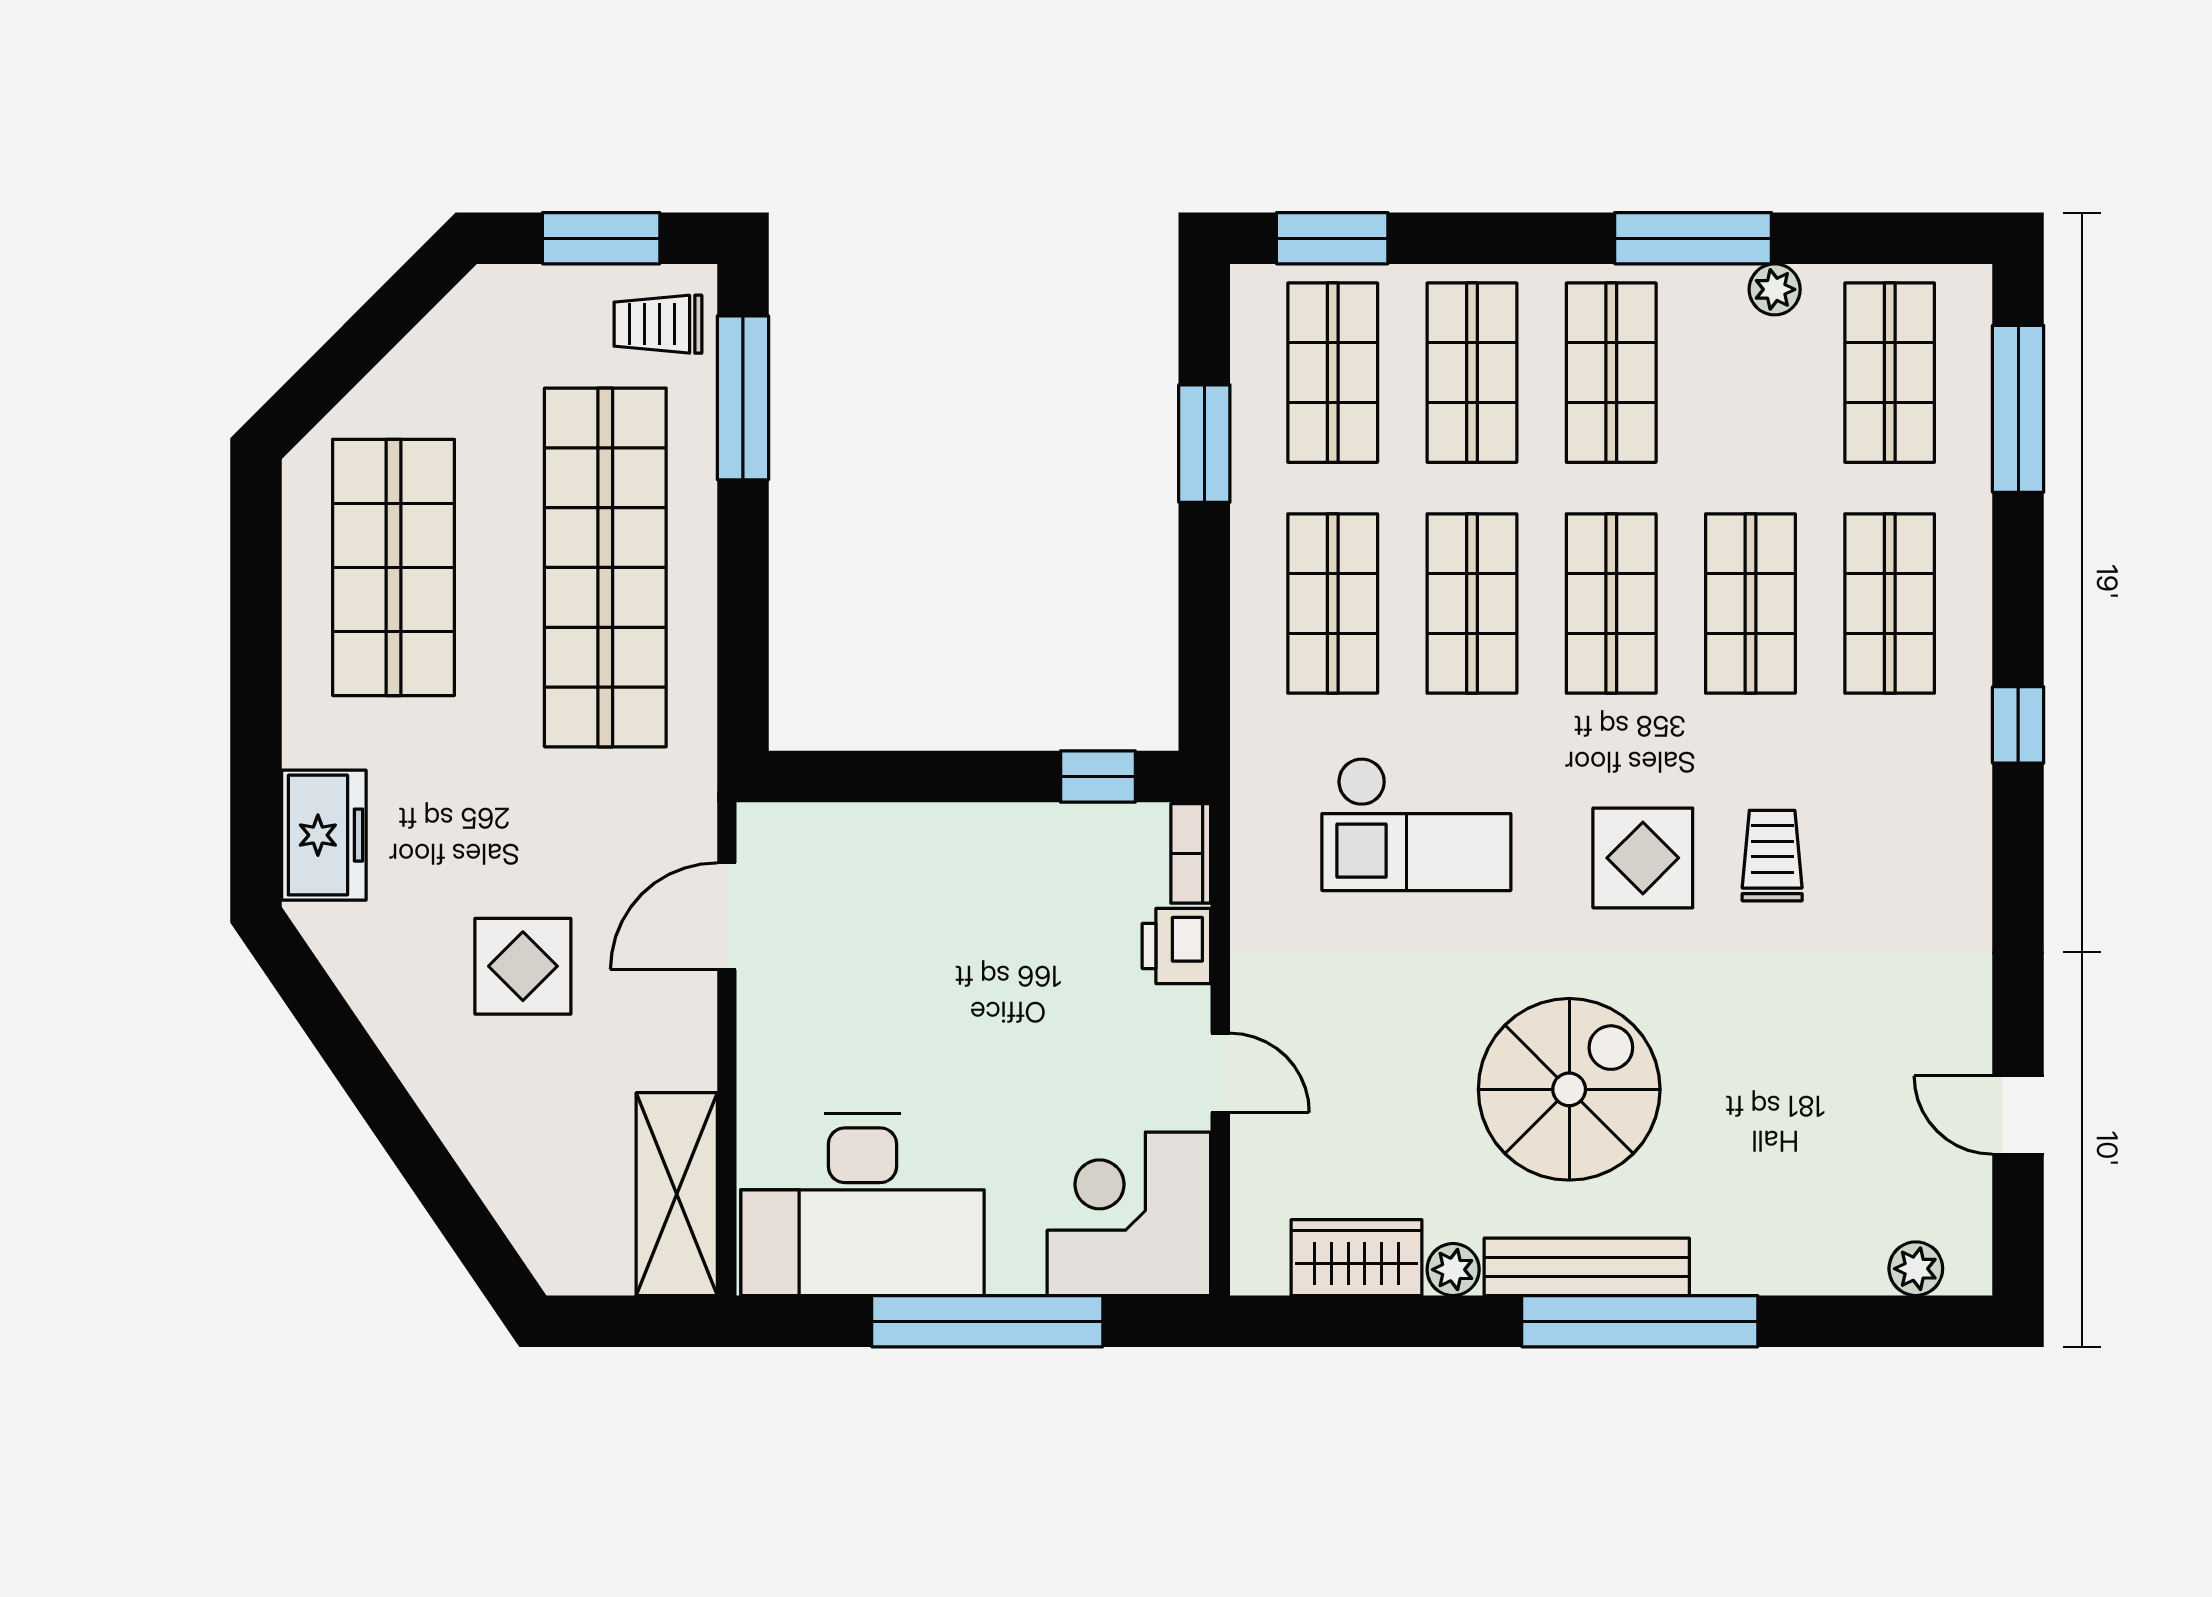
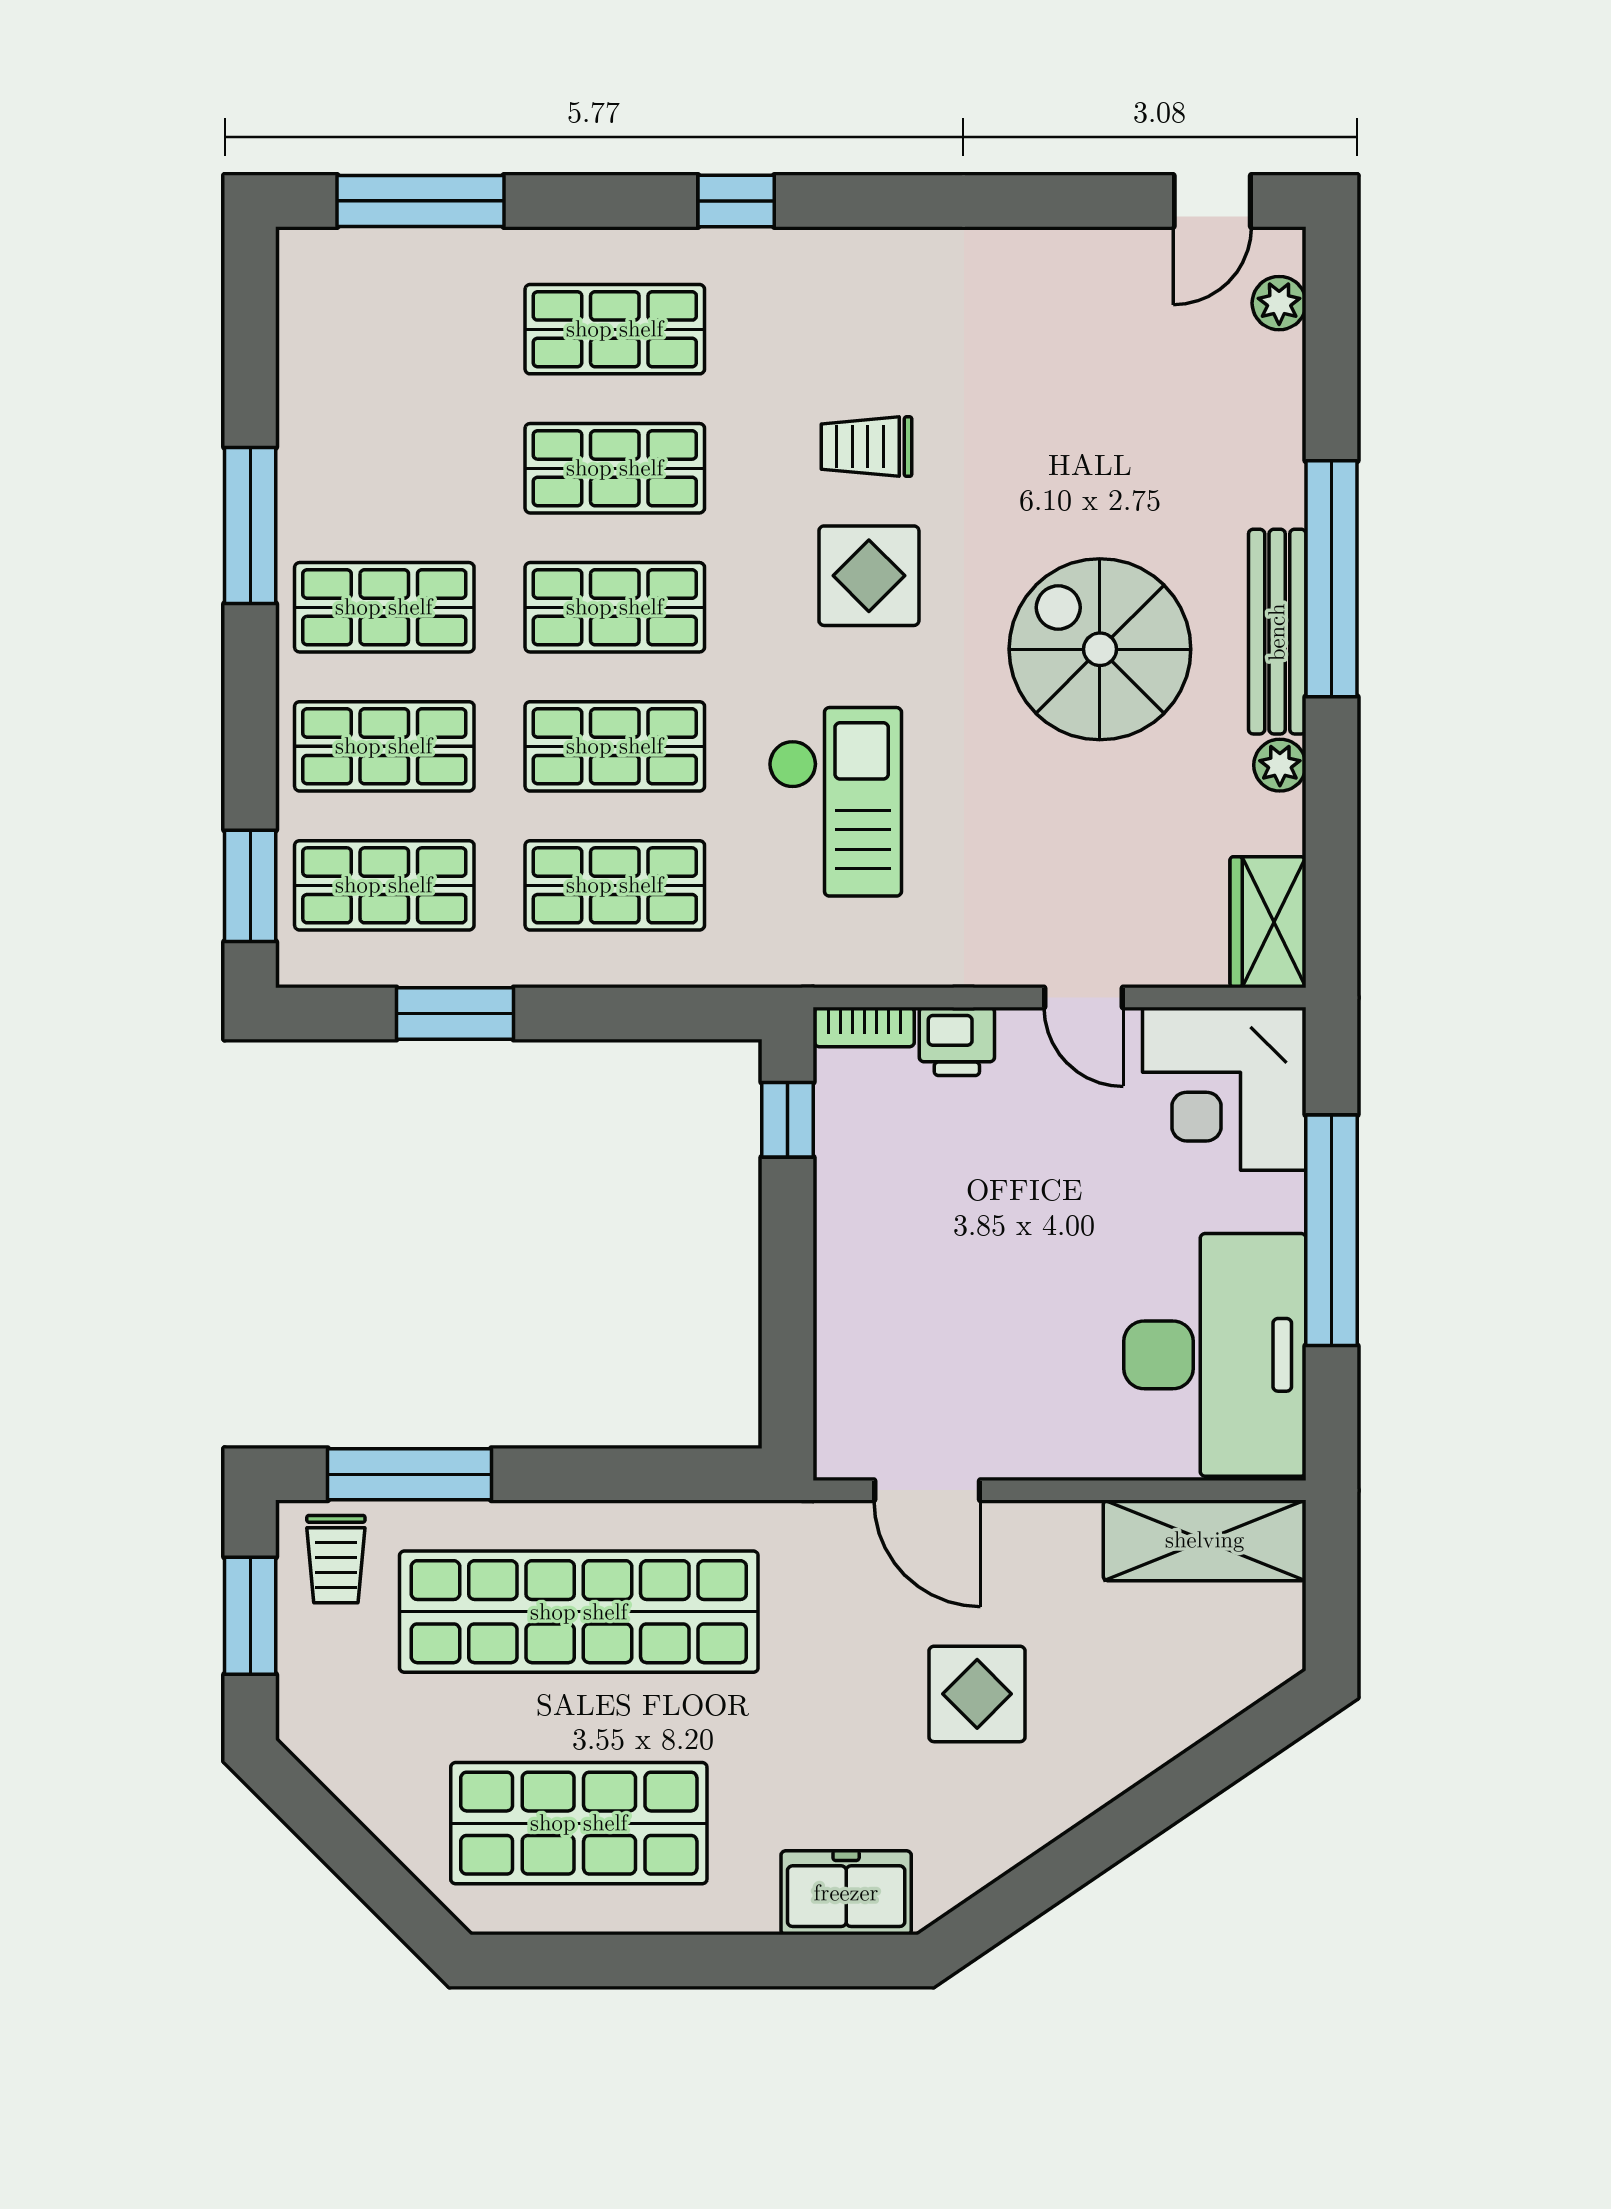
plant: (1775, 289) -> (301, 444), removed
shop shelf: (1890, 373) -> (384, 329), removed
door: (1220, 1073) -> (1084, 998), swing flipped
door: (2018, 1115) -> (1212, 201), moved
wardrobe: (1356, 1258) -> (1268, 922), moved

